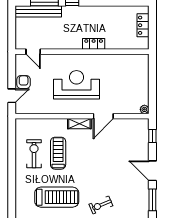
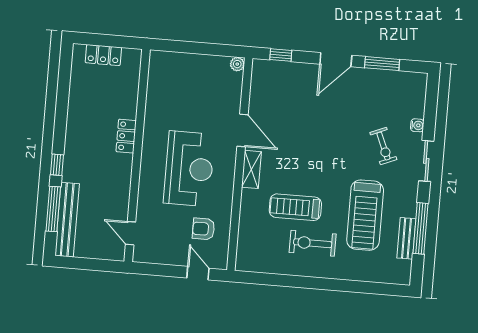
door: (33, 52) -> (131, 233), swing flipped
armchair: (24, 82) -> (204, 229), moved
reception desk: (77, 85) -> (189, 169), turned 180
exercise bike: (34, 154) -> (313, 243), moved
treadmill: (57, 197) -> (365, 215), turned 180

